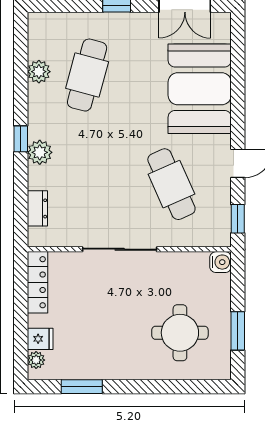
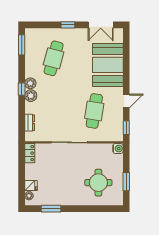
window: (21, 47) -> (22, 45), added
plant: (39, 72) -> (30, 83), moved
cafe table: (171, 184) -> (94, 111), turned 33
locker: (38, 282) -> (30, 153), width x0.66

